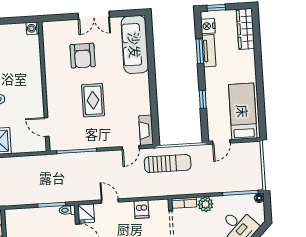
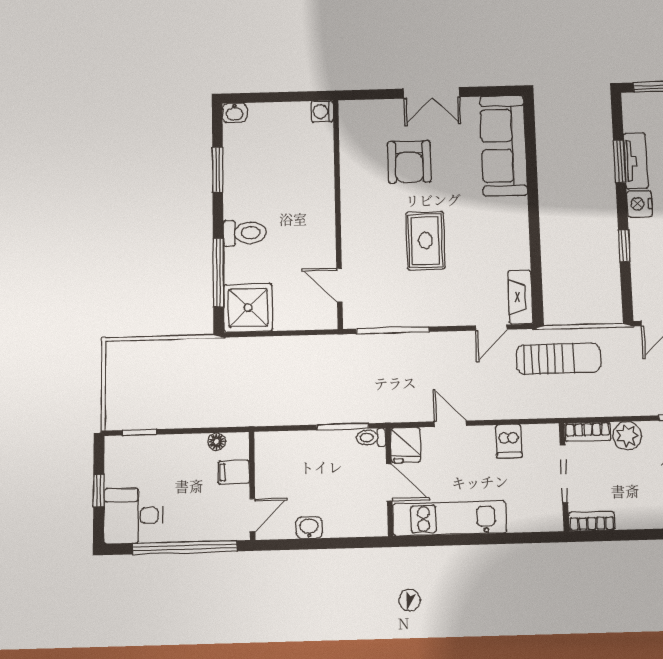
nightstand: (208, 26) -> (639, 204), moved

